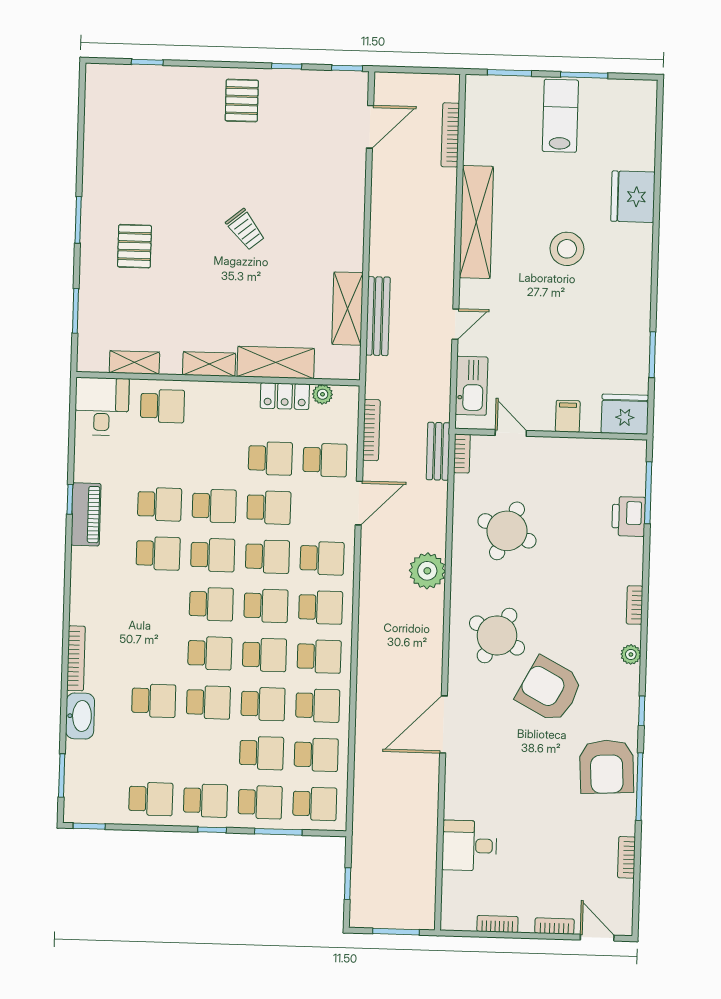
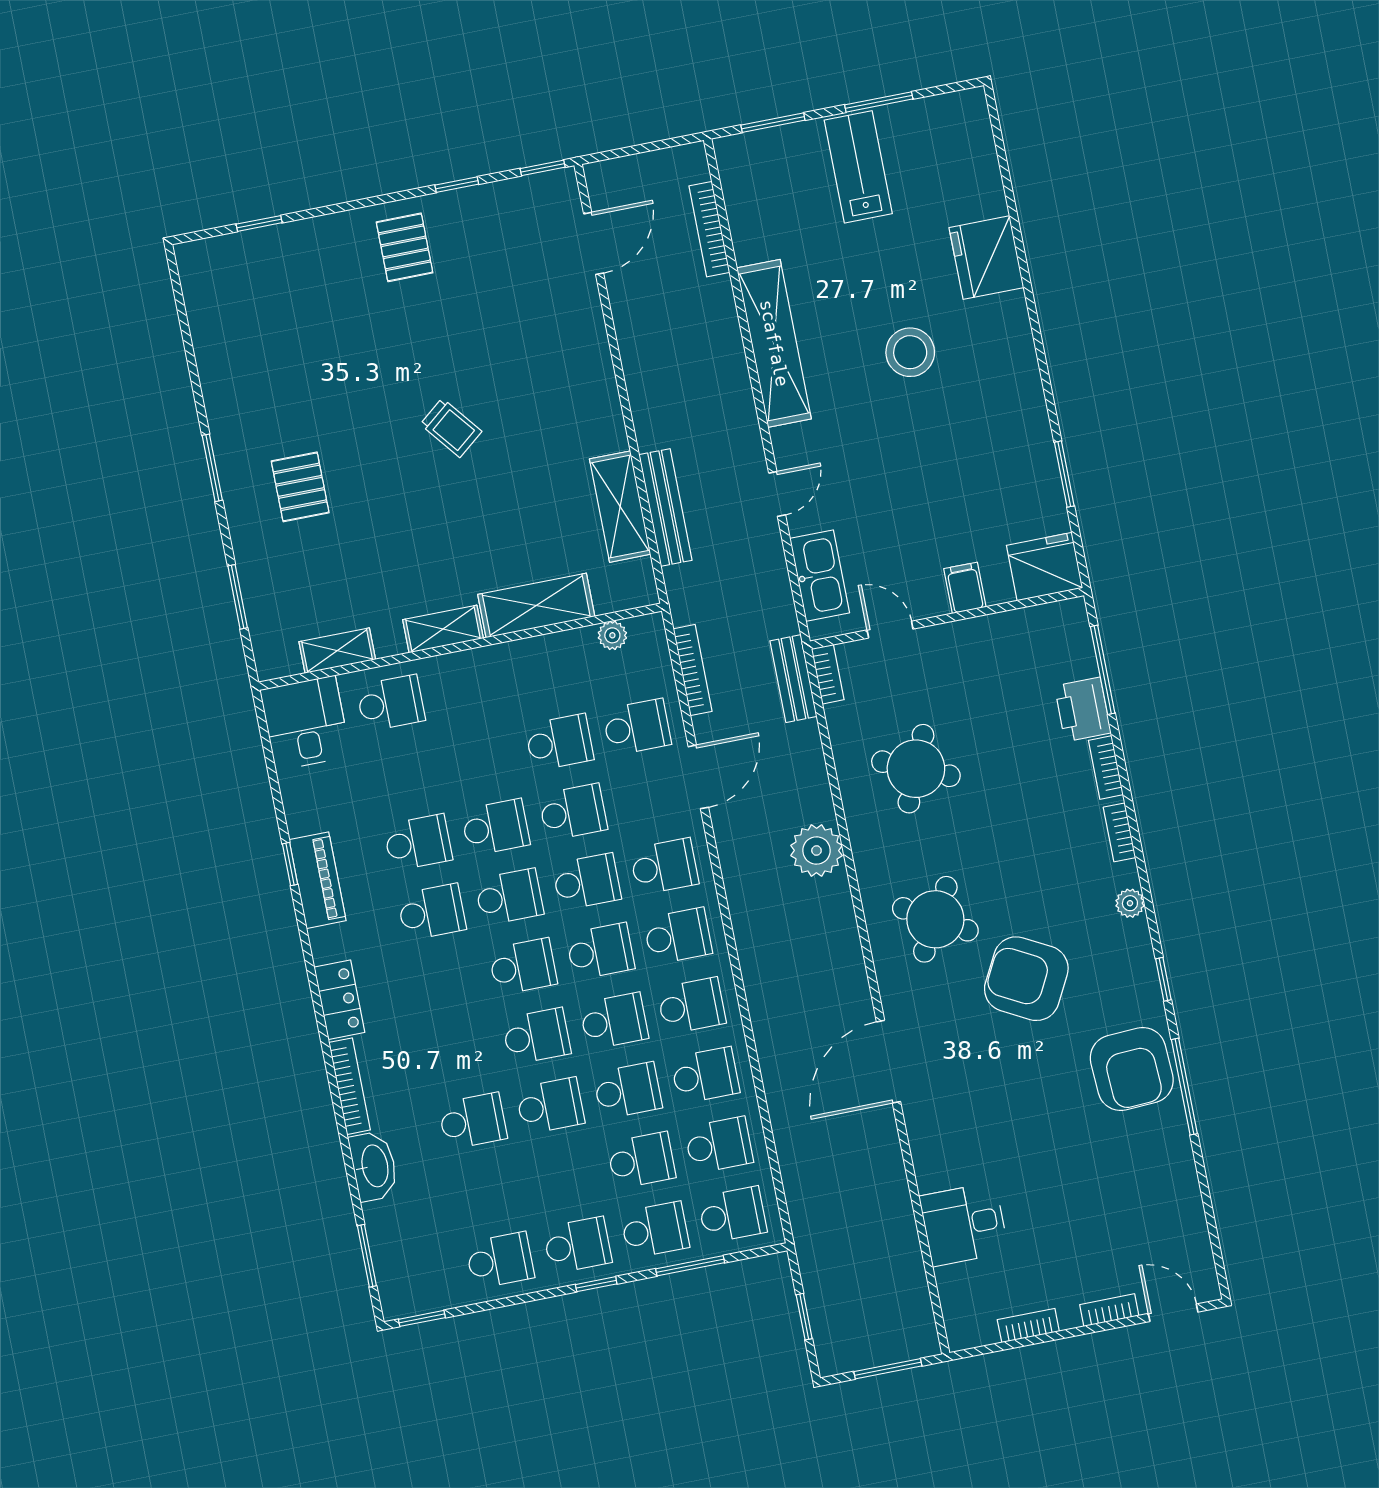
locker: (285, 396) -> (339, 1000), moved, turned -90
bookcase: (627, 857) -> (1106, 767), moved

